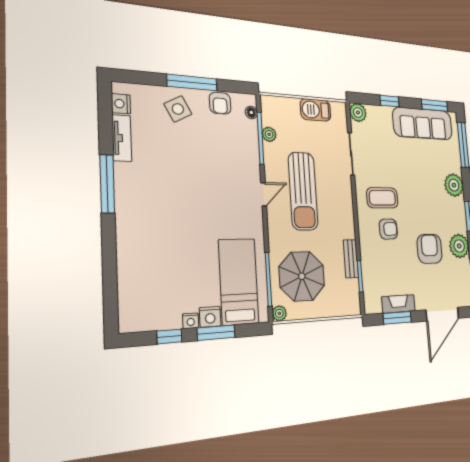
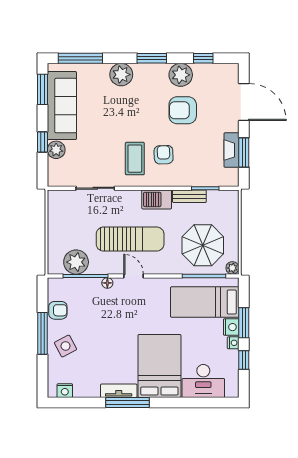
barbecue: (316, 110) -> (157, 199), moved, turned 90
floor lamp: (251, 112) -> (107, 283), moved
plant: (358, 113) -> (56, 150), moved
plant: (269, 134) -> (76, 262), width x1.87, depth x1.87
tv unit: (122, 138) -> (119, 391), moved
bed: (157, 226) -> (159, 366), added
desk: (139, 284) -> (203, 381), added

